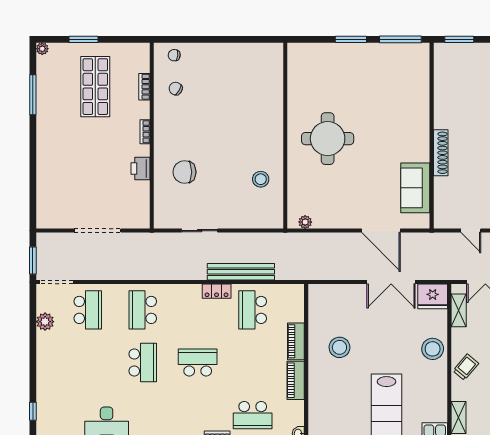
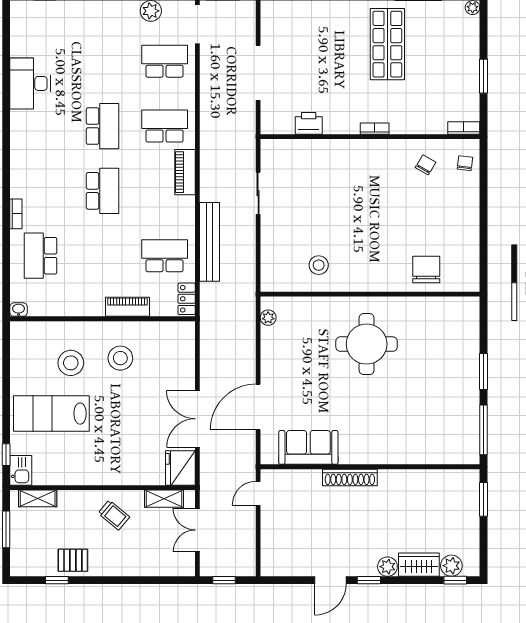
window: (84, 39) -> (483, 76), moved
shop shelf: (95, 87) -> (387, 44), moved, turned 90
bookcase: (144, 87) -> (464, 128), moved
printer: (140, 168) -> (309, 123), moved
chair: (185, 172) -> (426, 269), moved
door: (471, 231) -> (258, 493), moved
locker: (217, 291) -> (187, 299), moved
school desk: (88, 310) -> (165, 61), turned 180
stool: (433, 349) -> (71, 363), moved
school desk: (143, 362) -> (103, 126), turned -90
trolley: (466, 367) -> (114, 515), moved
piano: (296, 380) -> (185, 172), moved, turned -90

